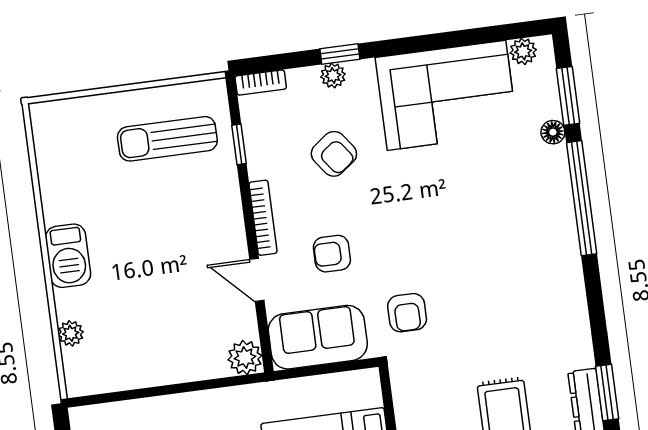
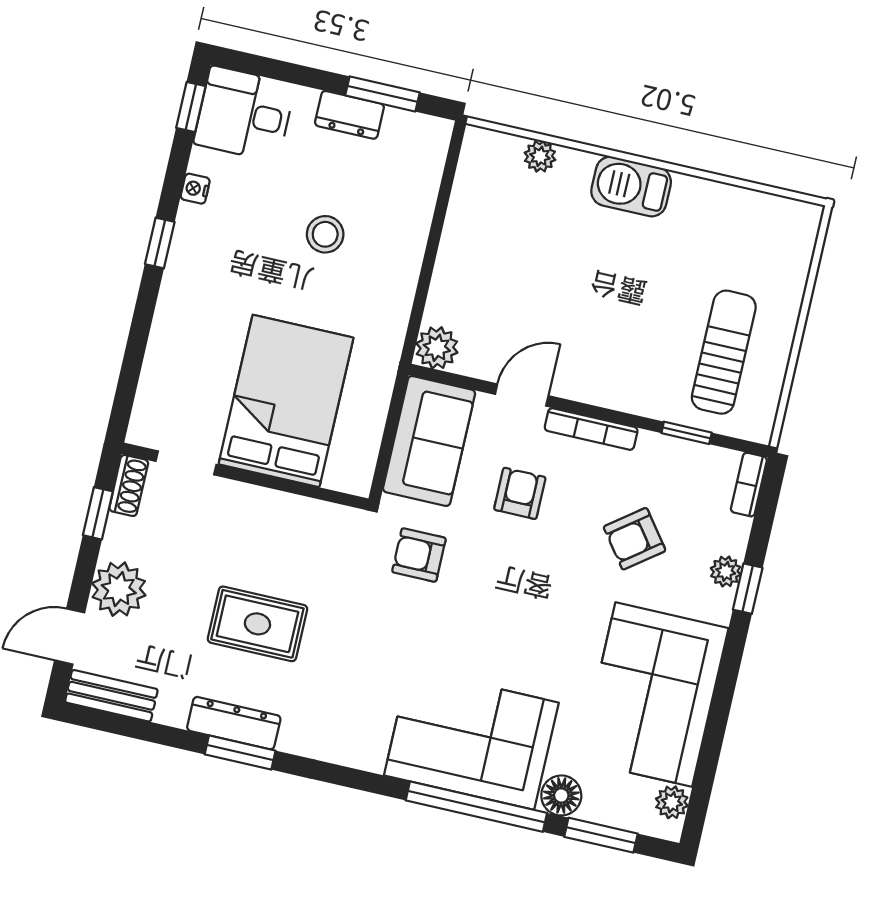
floor lamp: (553, 132) -> (561, 795), width x1.37, depth x1.37
corner sofa: (532, 221) -> (471, 739), added

